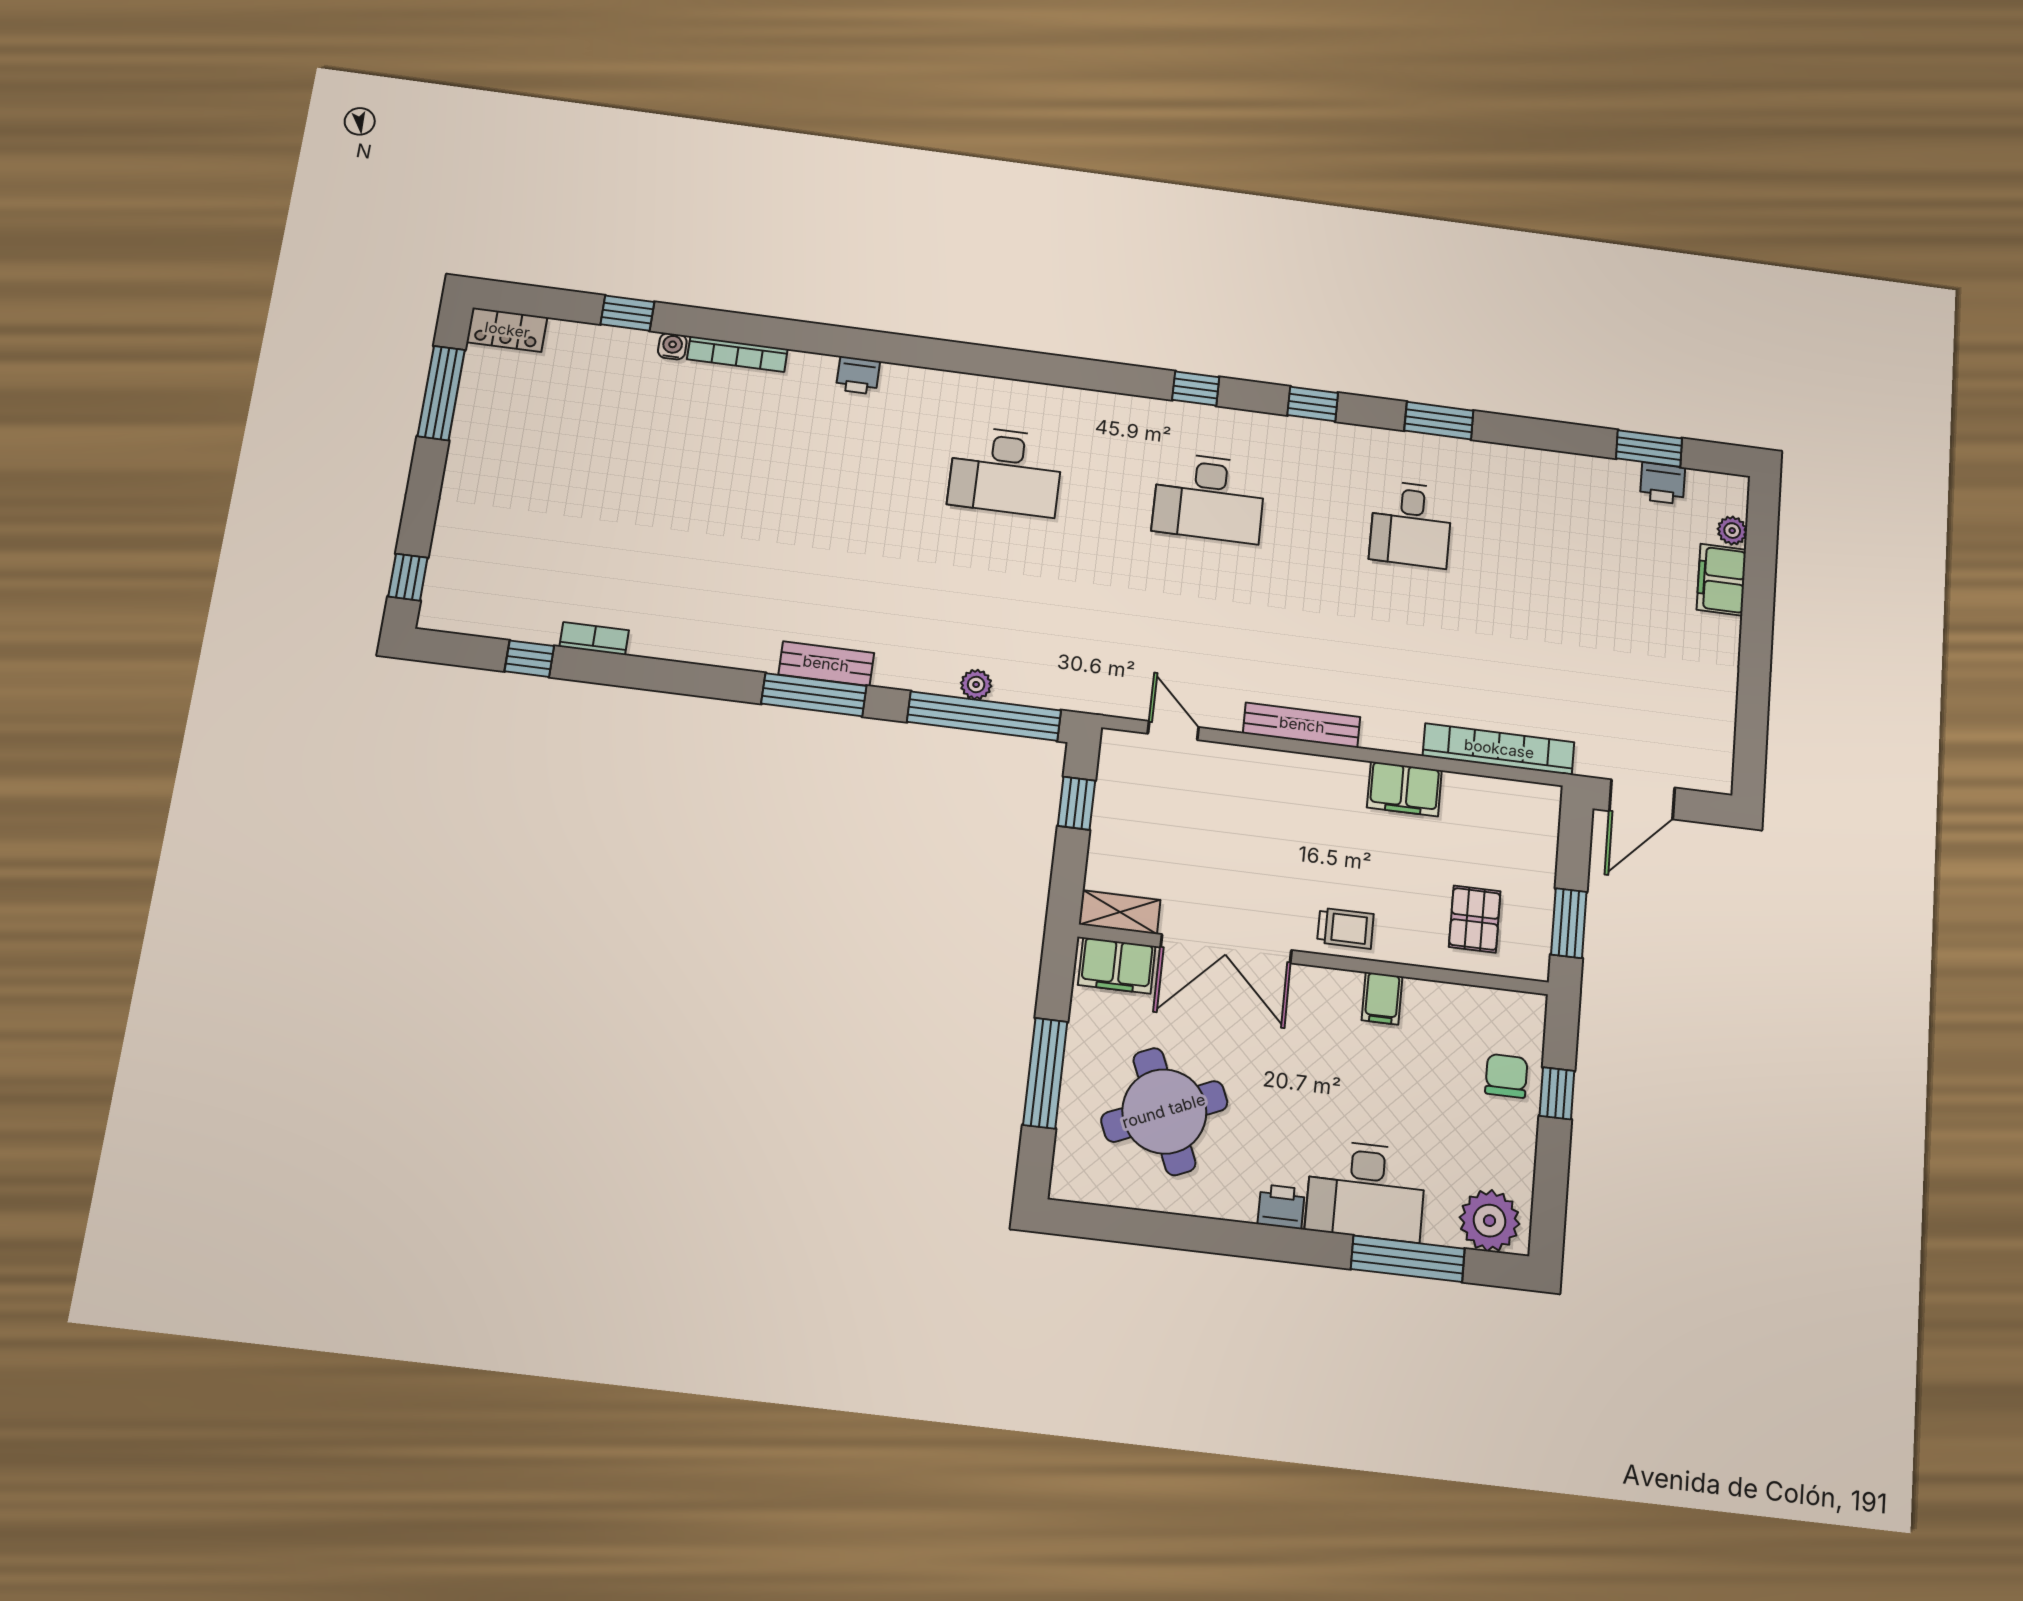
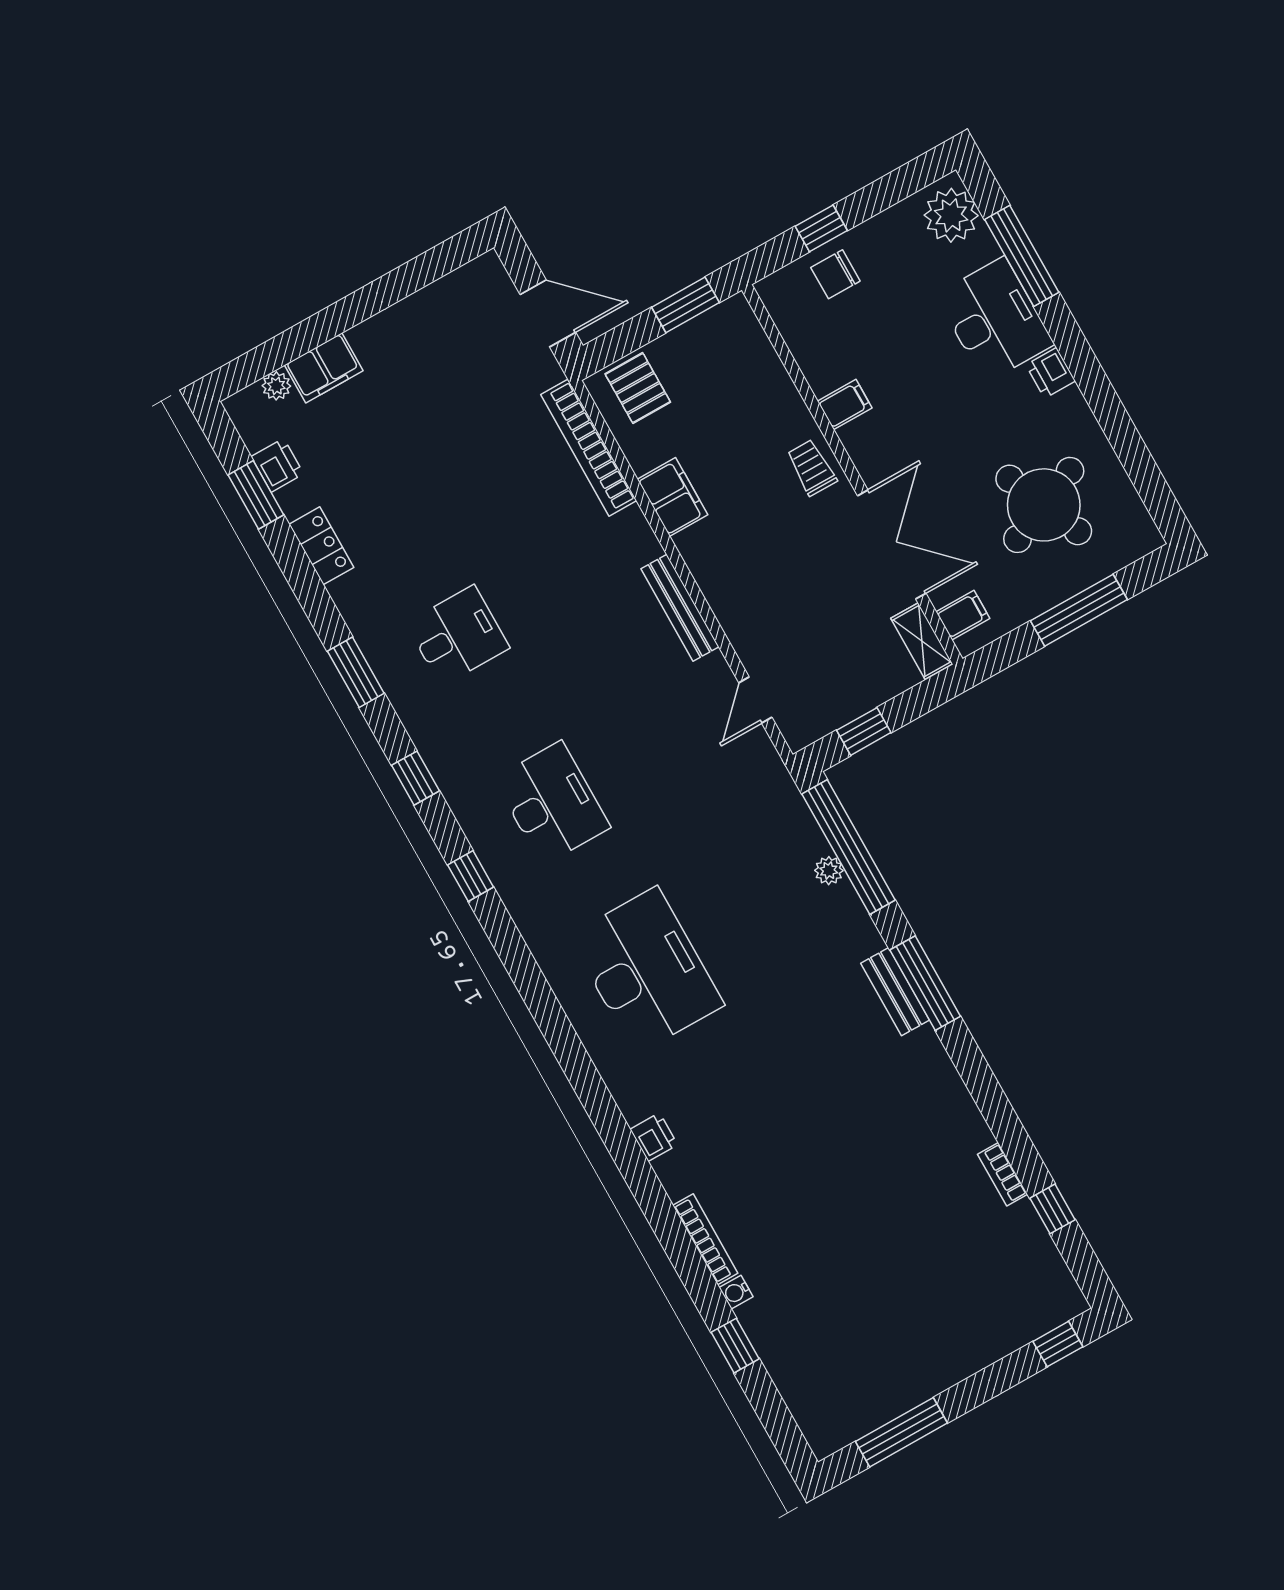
locker: (507, 330) -> (321, 546), moved
desk: (1006, 471) -> (646, 971), width x1.36, depth x1.30
pallet: (1475, 919) -> (638, 388), moved, turned 90
filing cabinet: (1117, 965) -> (963, 615), width x0.50

